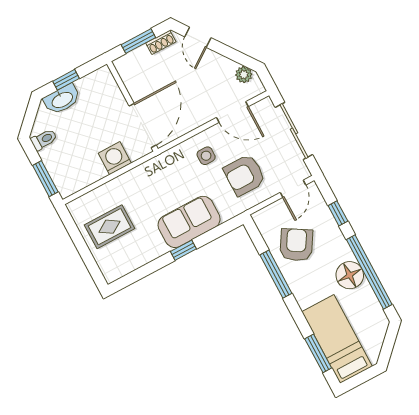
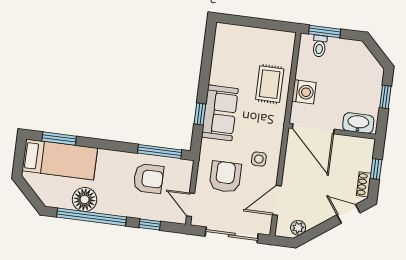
window: (138, 41) -> (376, 169), width x0.67
washbasin: (62, 99) -> (358, 123), moved, turned 90
toilet: (44, 140) -> (320, 46), moved
rug: (109, 227) -> (270, 84), moved
armchair: (296, 245) -> (148, 178), turned -31
window: (183, 250) -> (200, 114), moved
window: (276, 274) -> (160, 151), moved
floor lamp: (350, 275) -> (85, 199), moved

